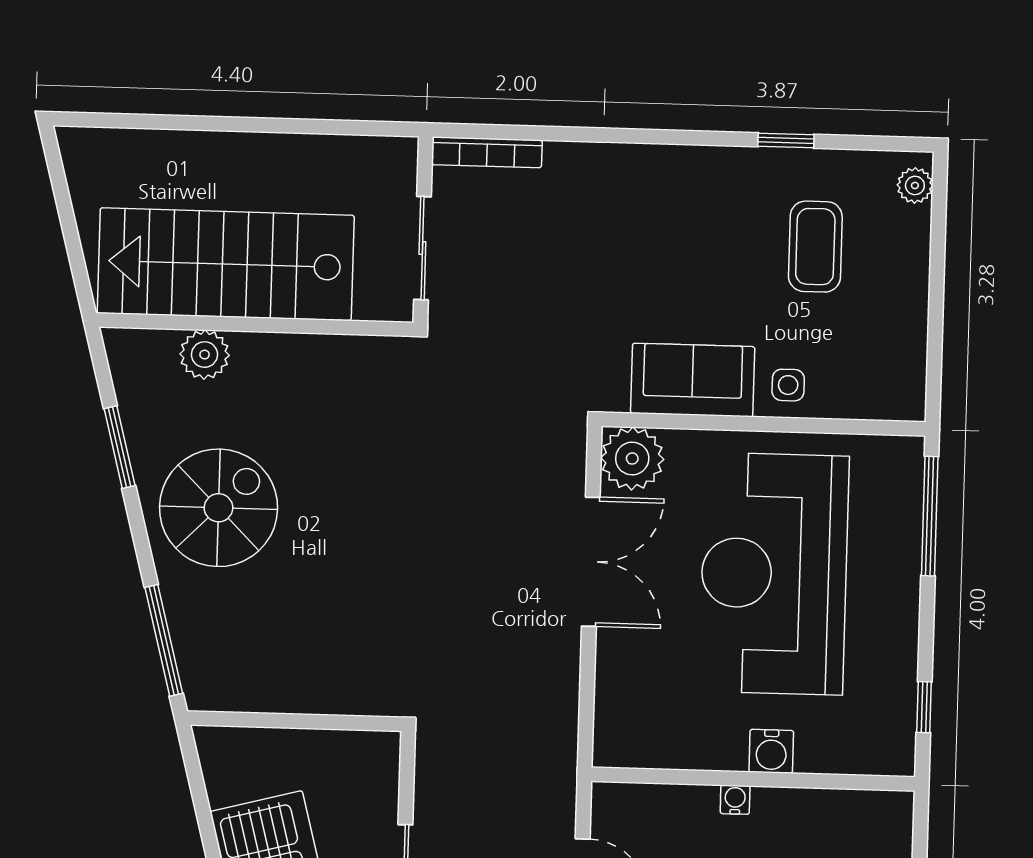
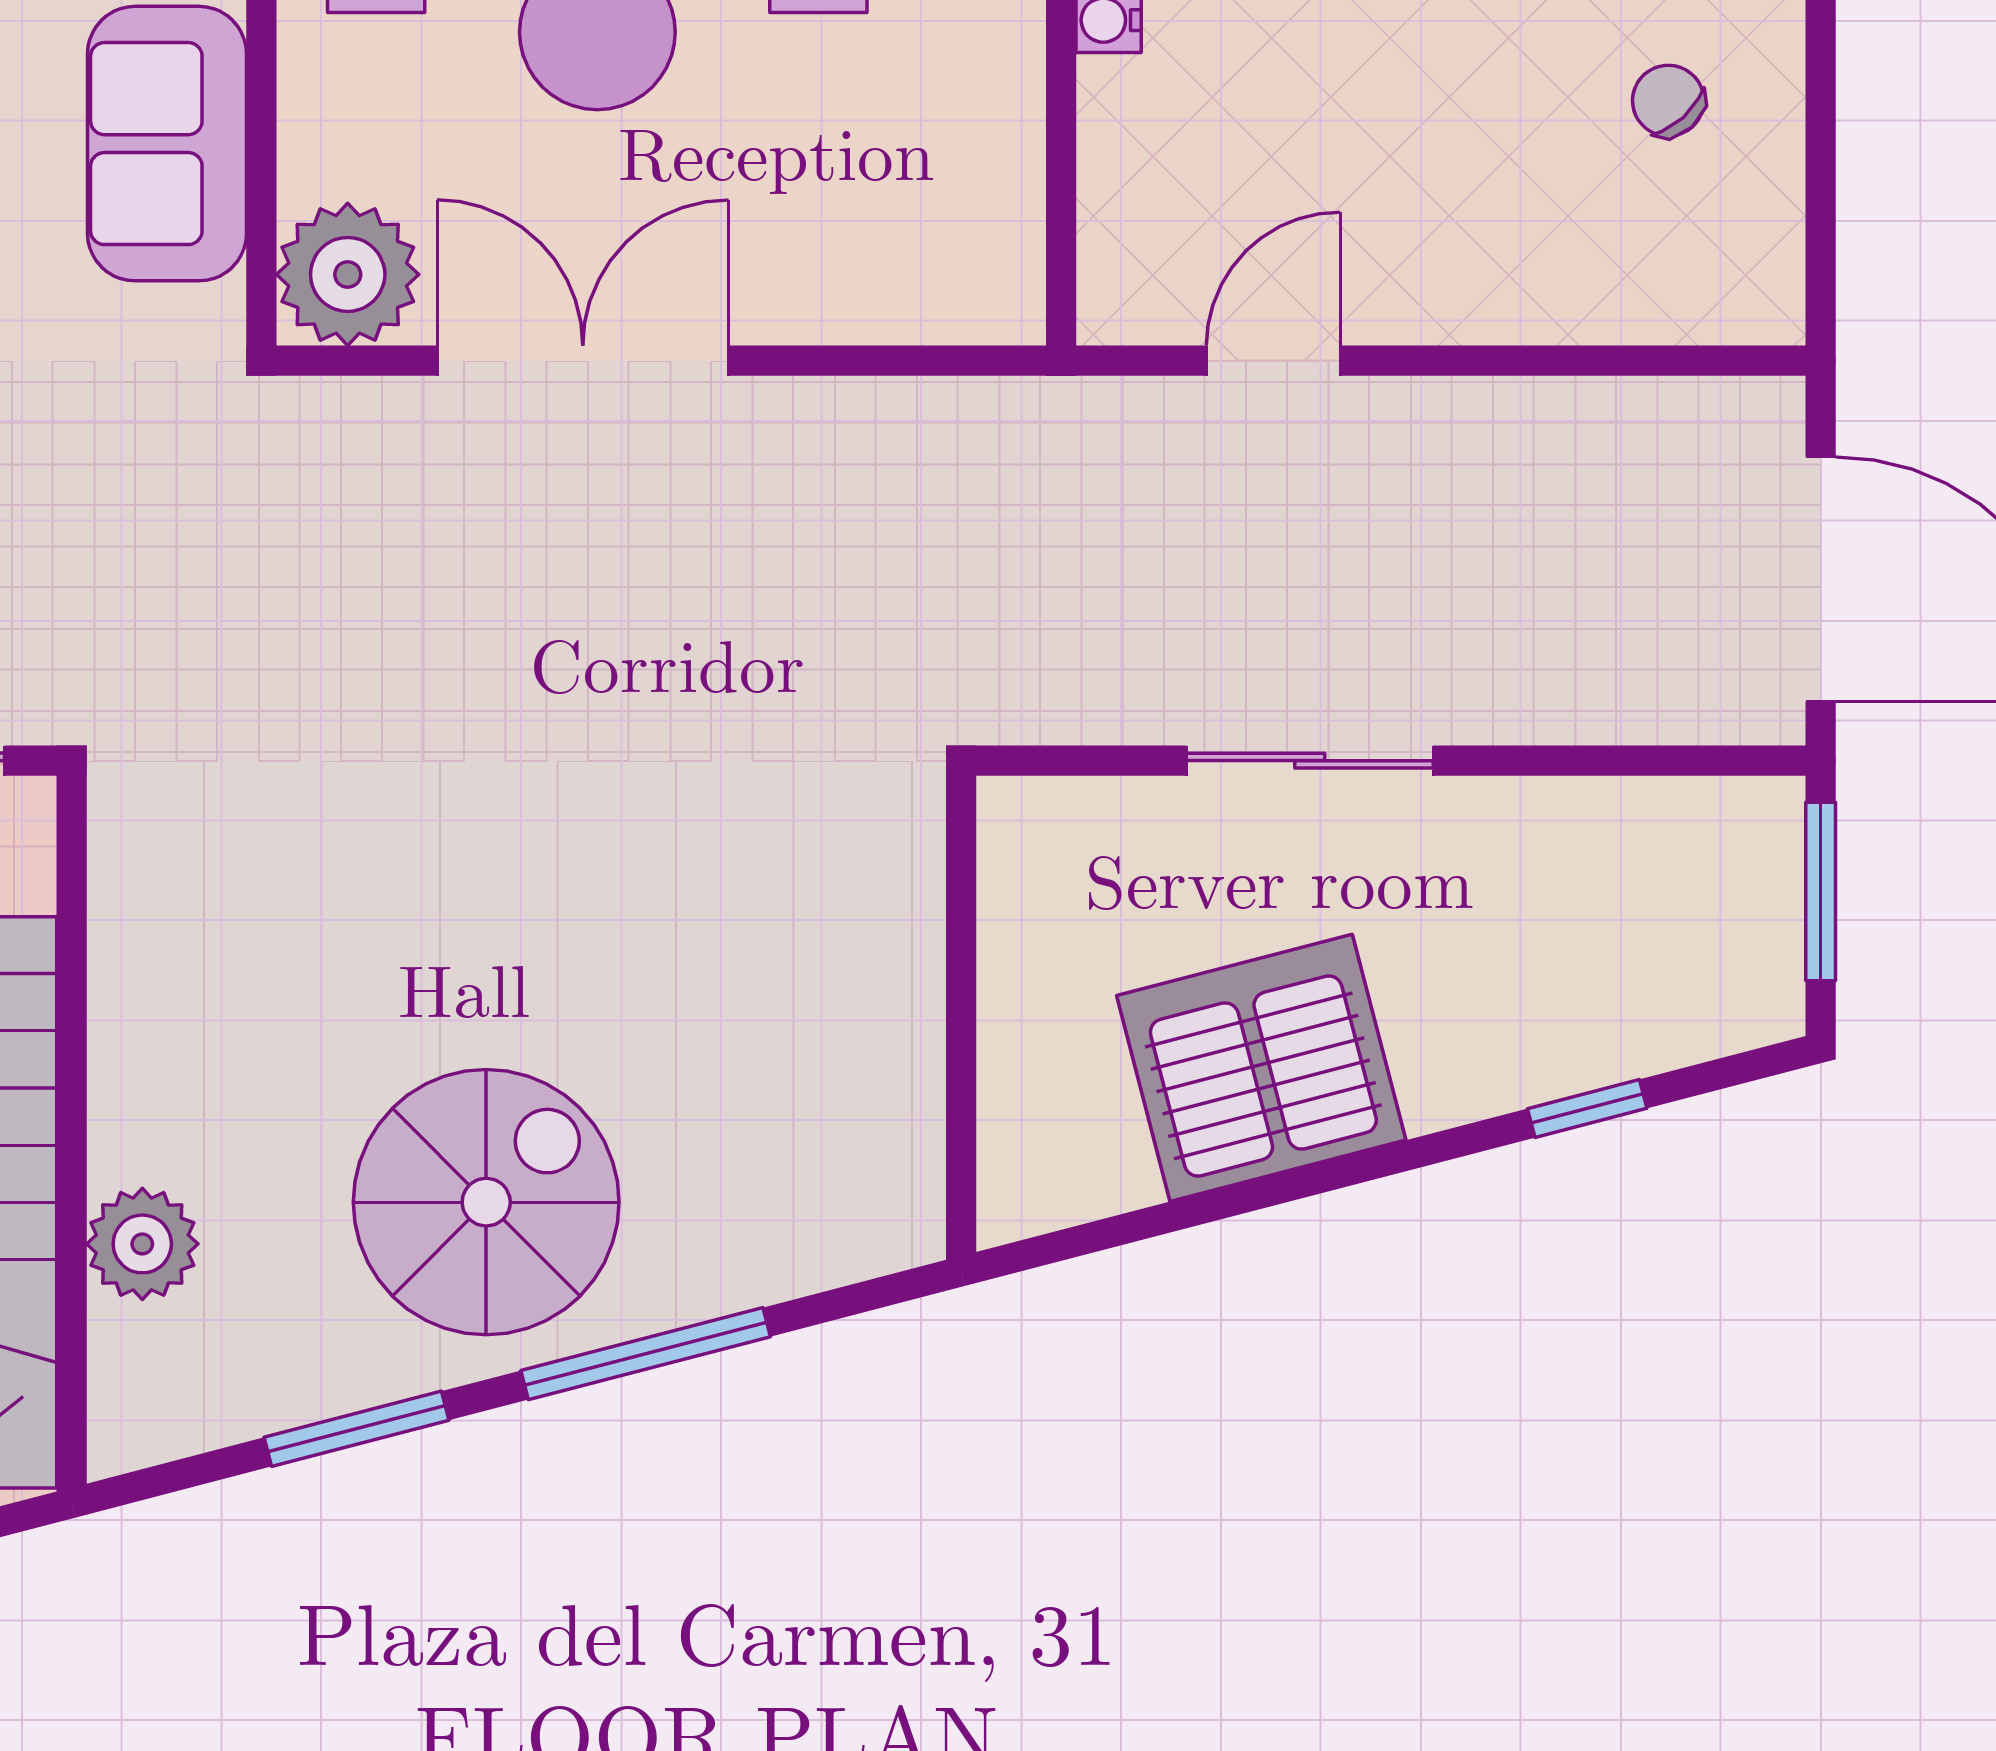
spiral stairs: (219, 508) -> (486, 1202), turned 90
window: (164, 640) -> (646, 1354), moved

